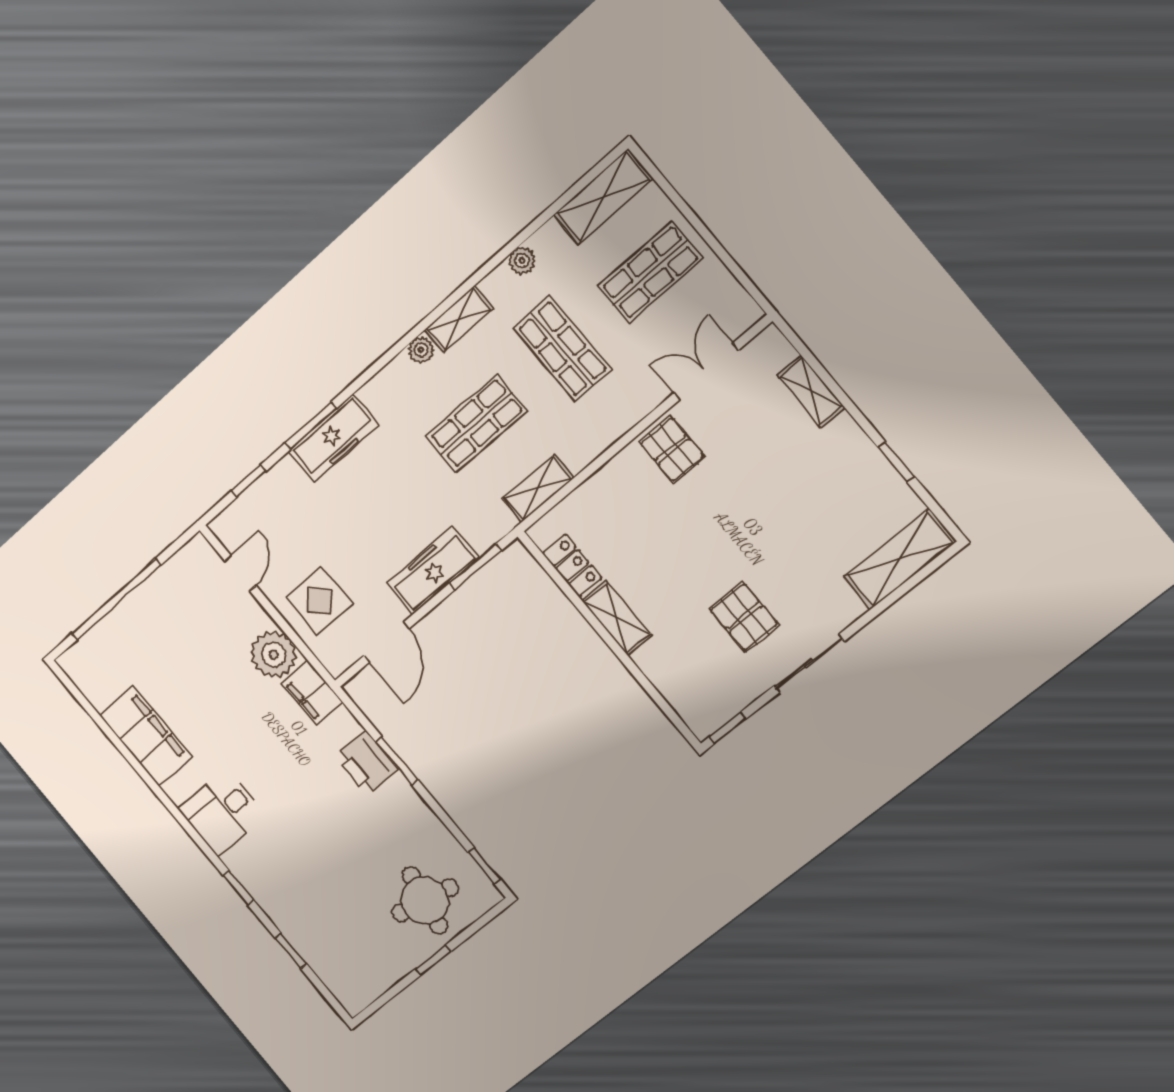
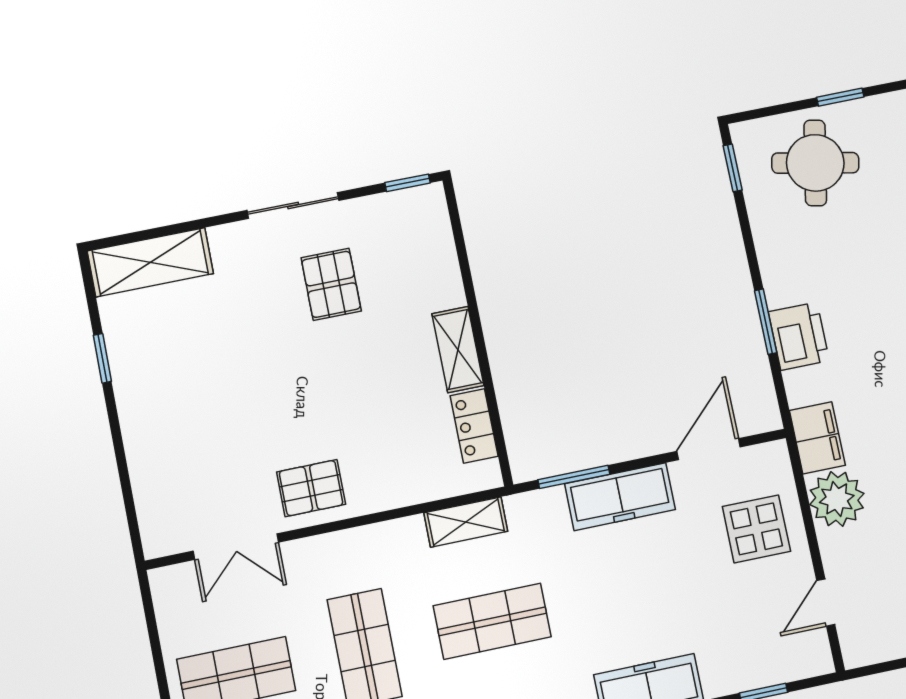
shelving: (811, 391) -> (146, 471), removed
pallet: (672, 450) -> (311, 488), turned 90

